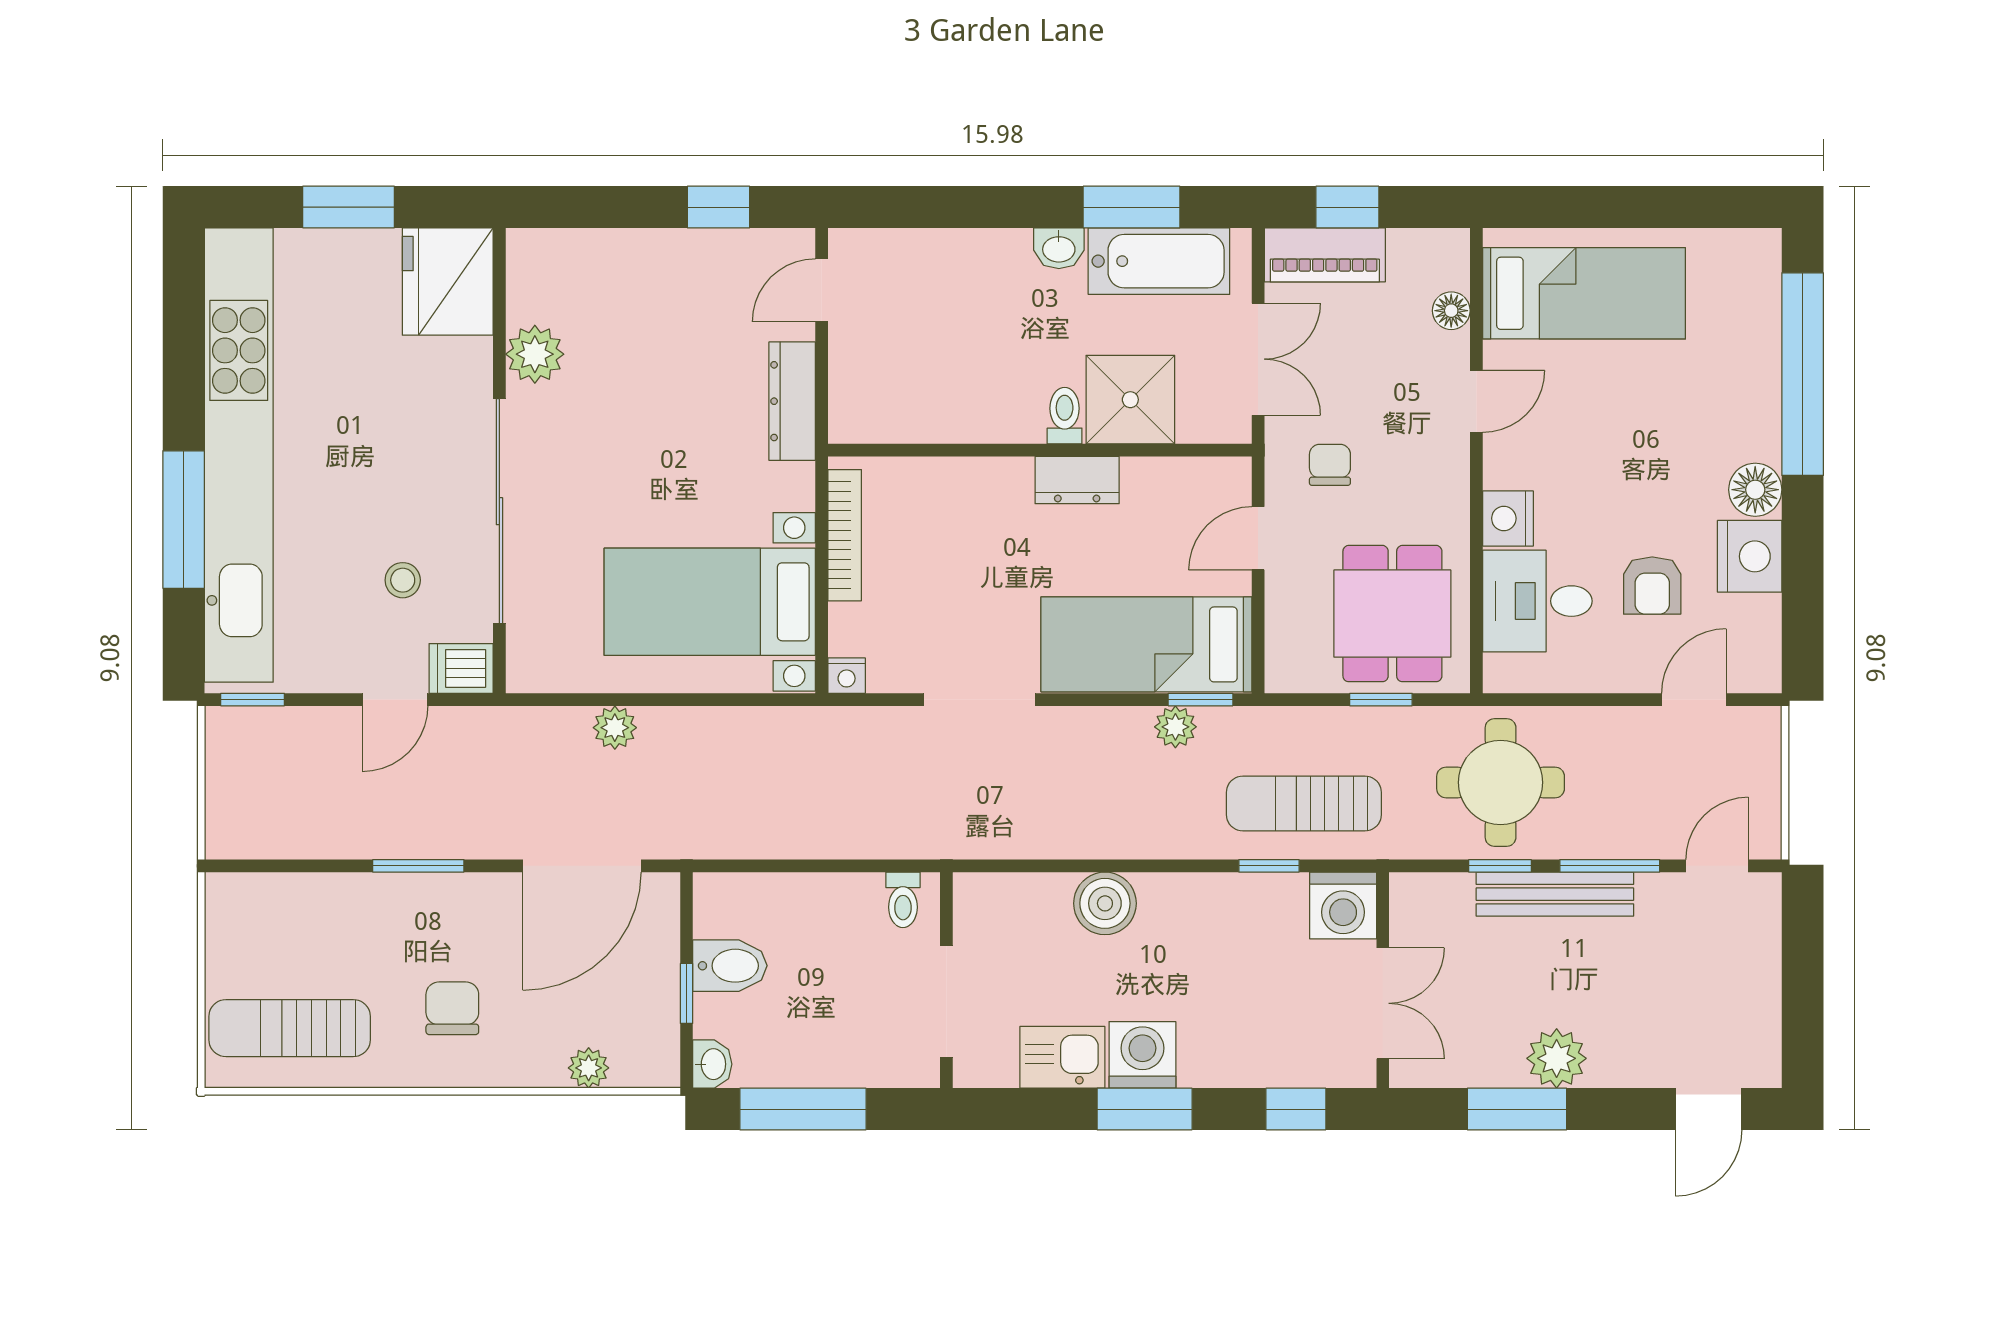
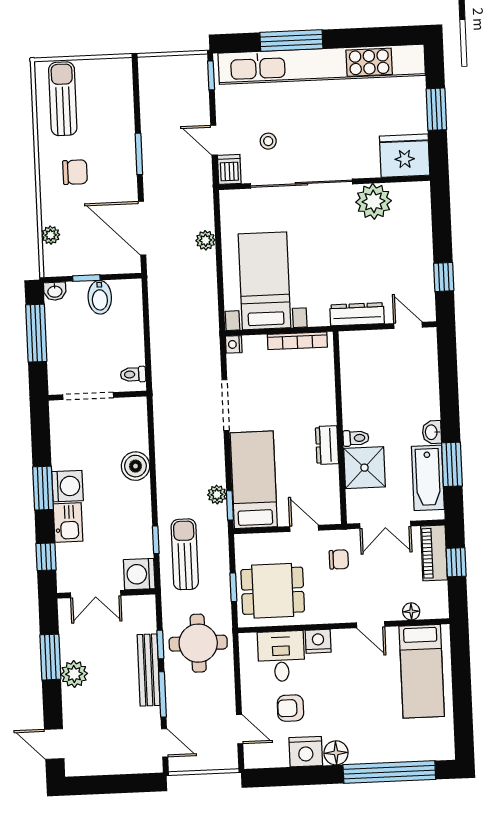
plant: (535, 354) -> (374, 201), width x1.36, depth x1.36
kitchen sink: (1062, 1057) -> (68, 522), moved

